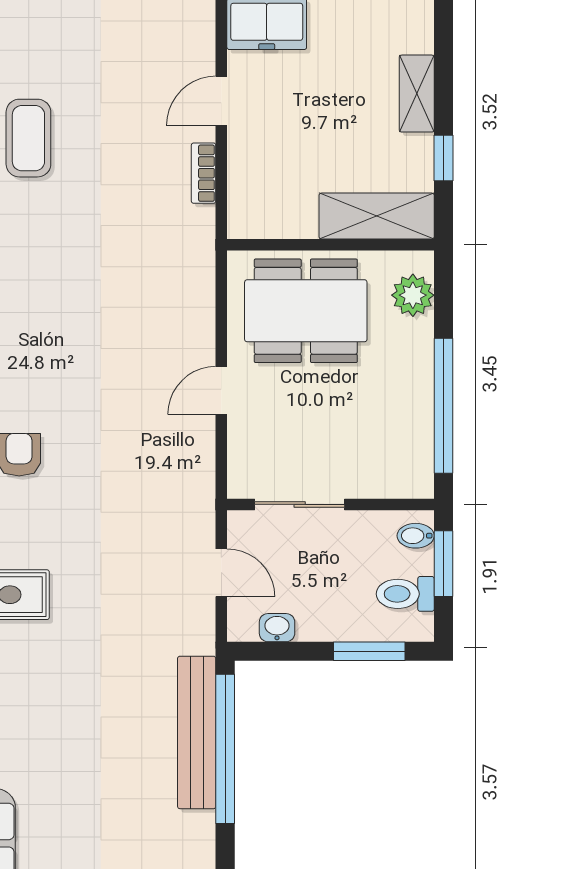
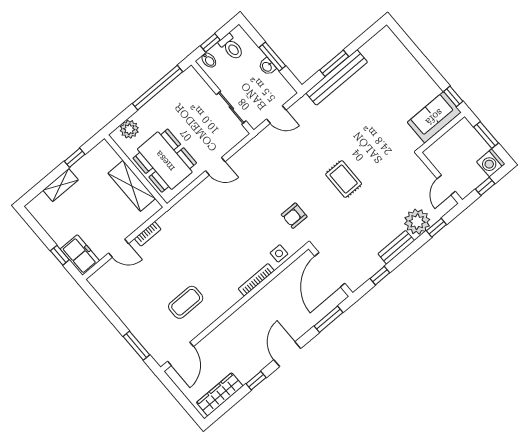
shelving: (377, 216) -> (132, 186), moved
window: (443, 564) -> (210, 43), width x0.67
door: (221, 573) -> (276, 115), swing flipped
washbasin: (277, 628) -> (267, 67), moved
window: (369, 651) -> (272, 57), moved
window: (225, 749) -> (334, 63), width x0.47

